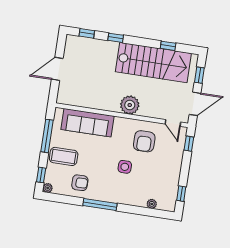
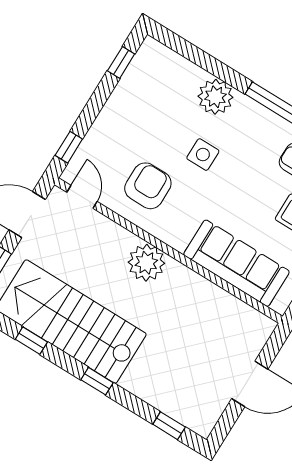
window: (116, 38) -> (97, 381), moved
plant: (152, 204) -> (215, 97), moved, width x1.87, depth x1.87

